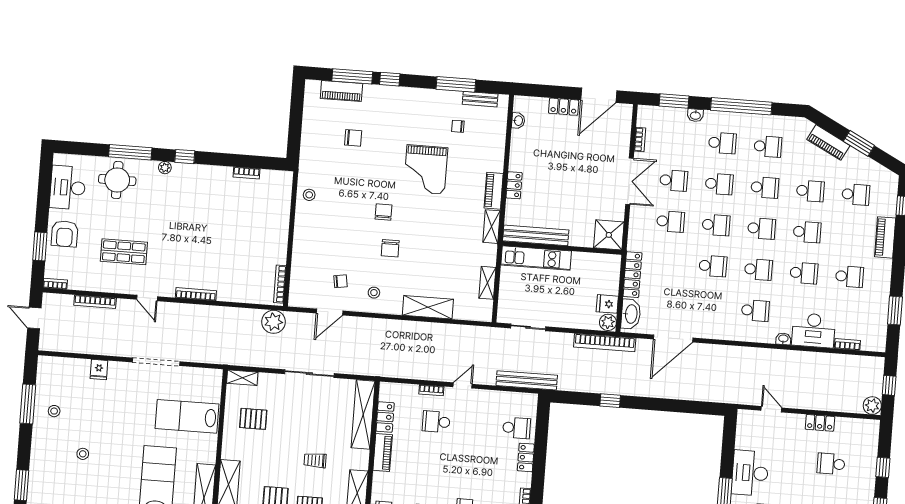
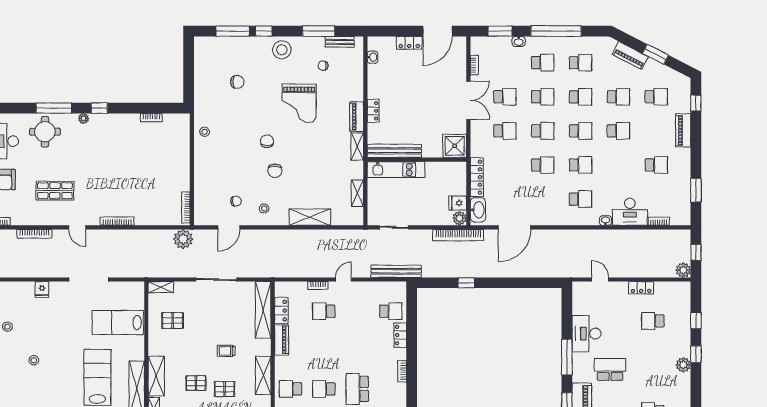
piano: (341, 91) -> (225, 44), removed
stool: (410, 103) -> (282, 50), added
school desk: (804, 273) -> (618, 165), removed

